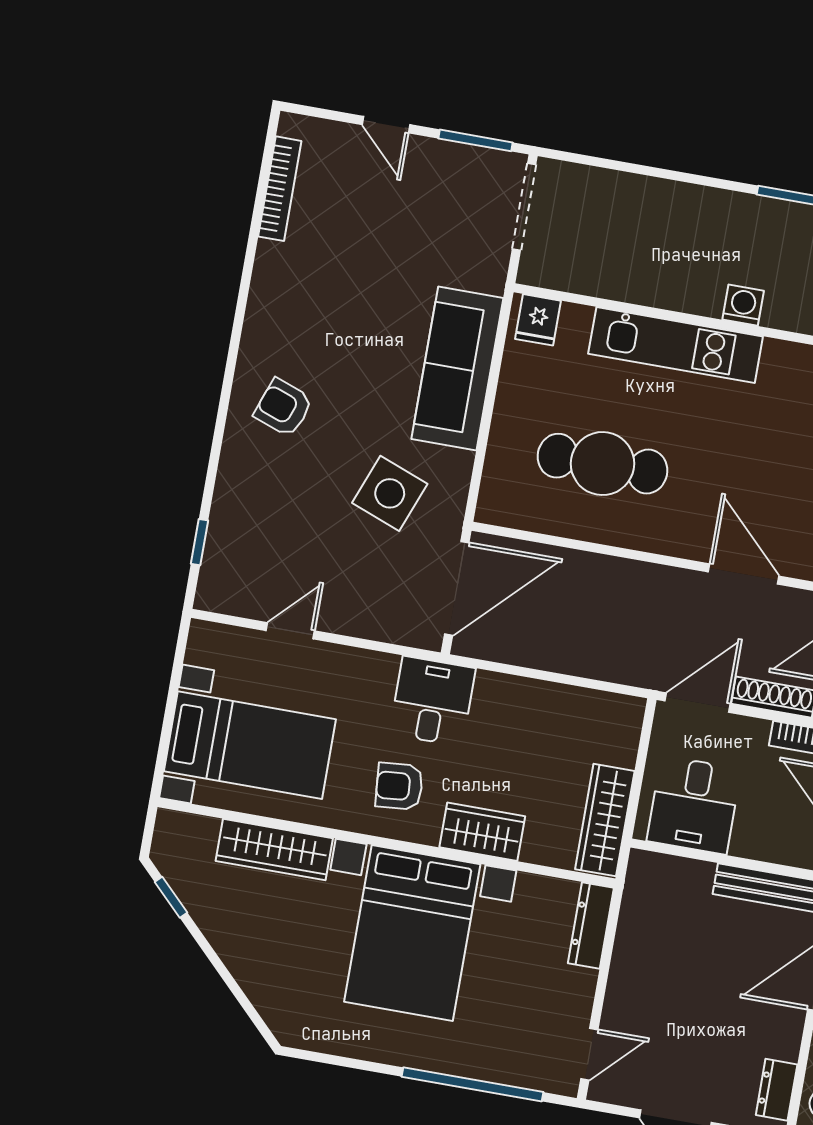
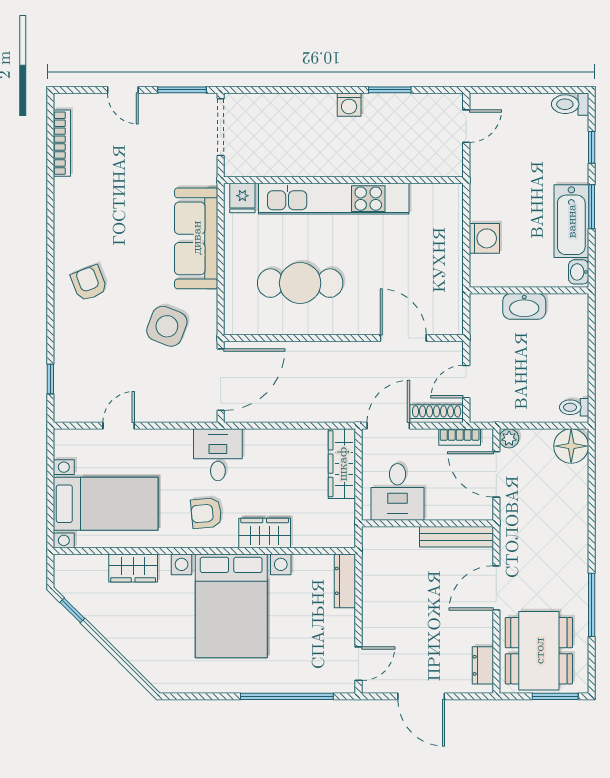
washing machine: (743, 305) -> (349, 105), moved, turned 180
kitchen unit: (676, 345) -> (334, 199), width x1.36
armchair: (283, 408) -> (89, 283), turned 49
wardrobe: (605, 820) -> (342, 464), moved
wardrobe: (274, 850) -> (133, 568), width x0.67

